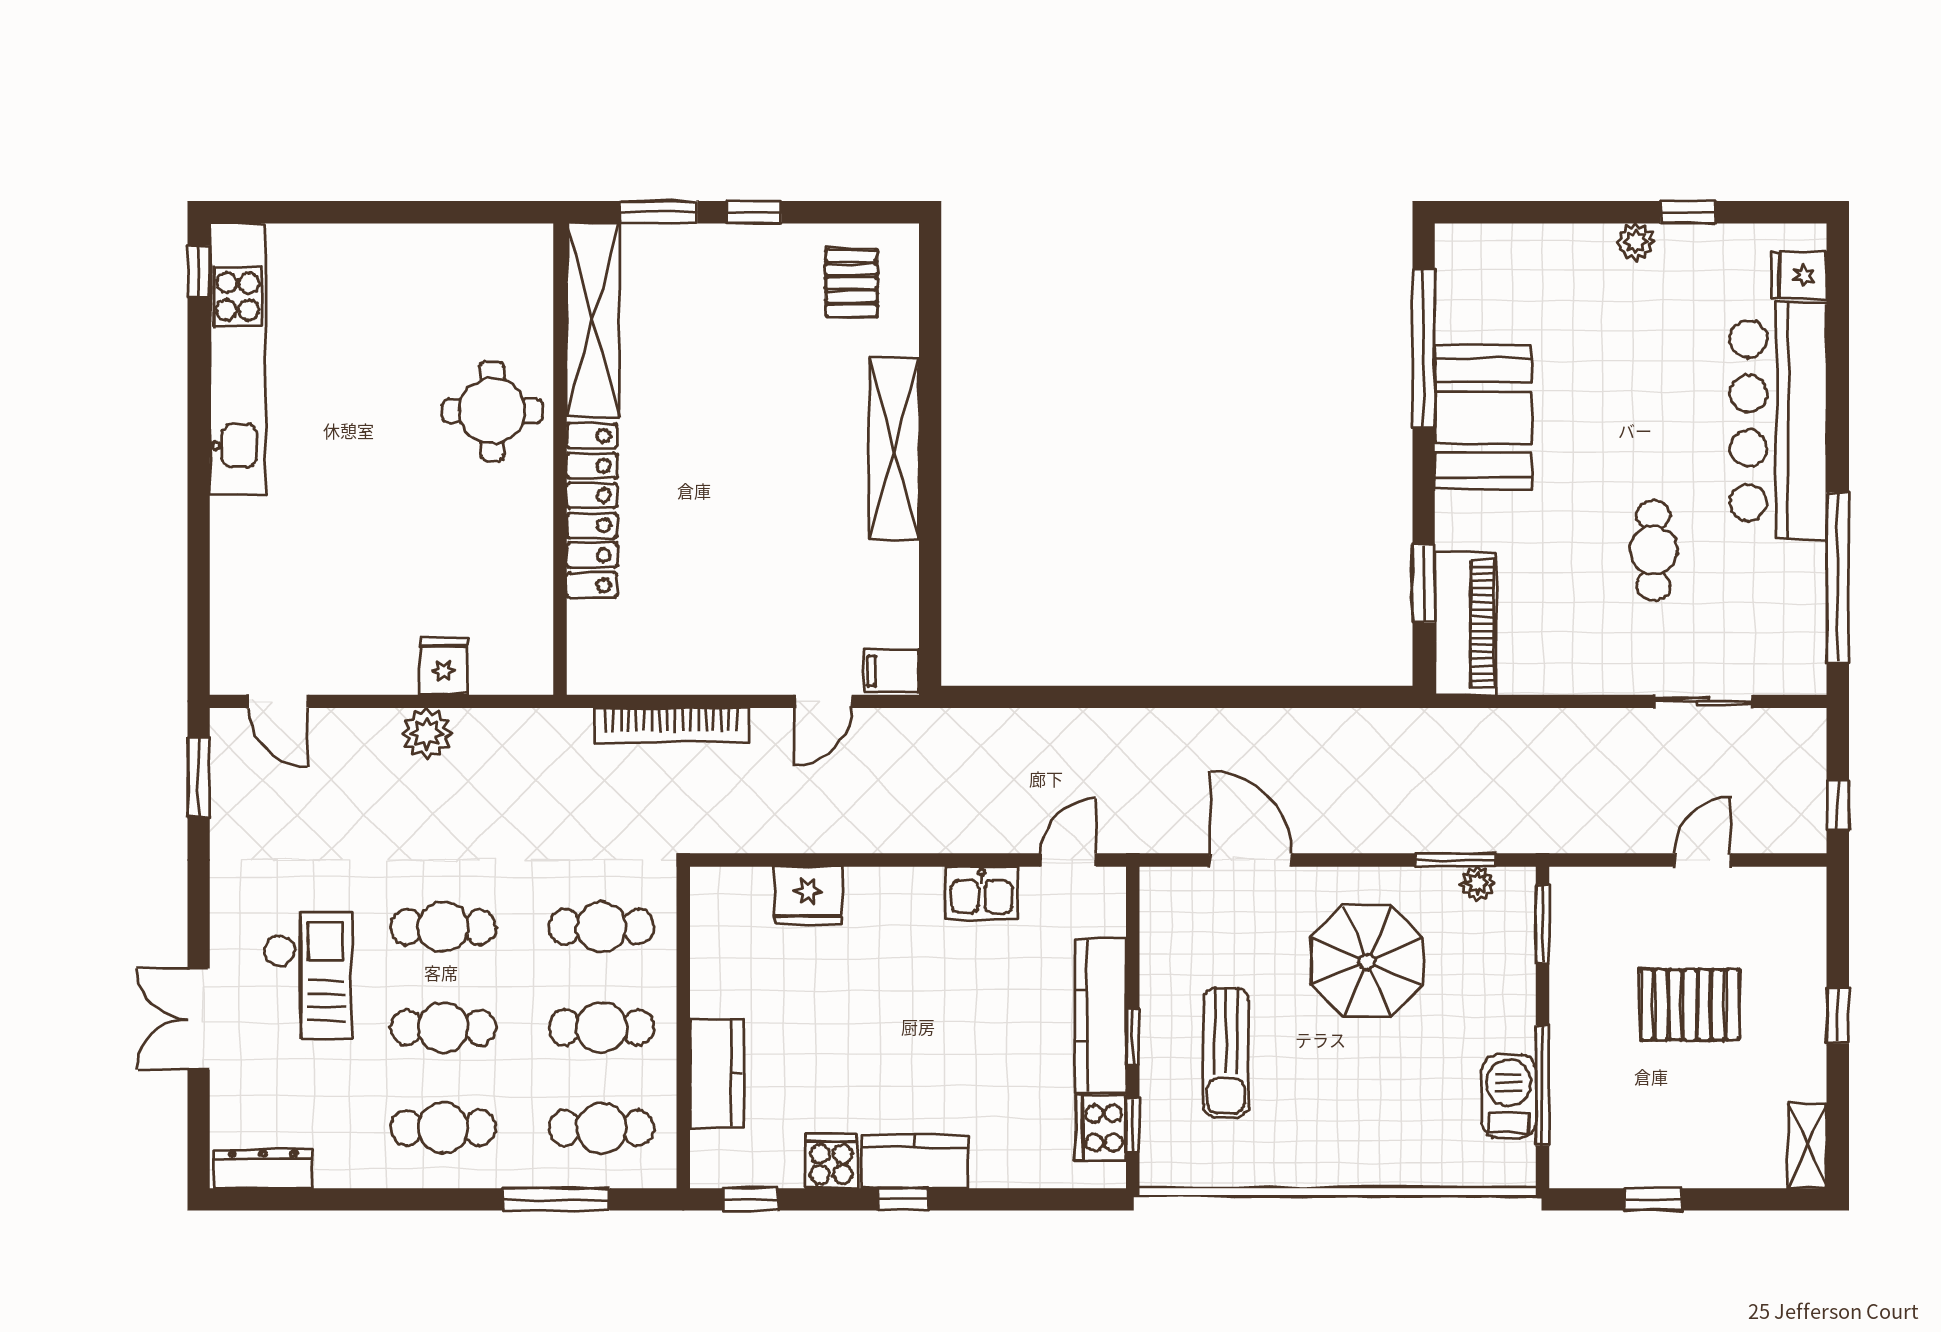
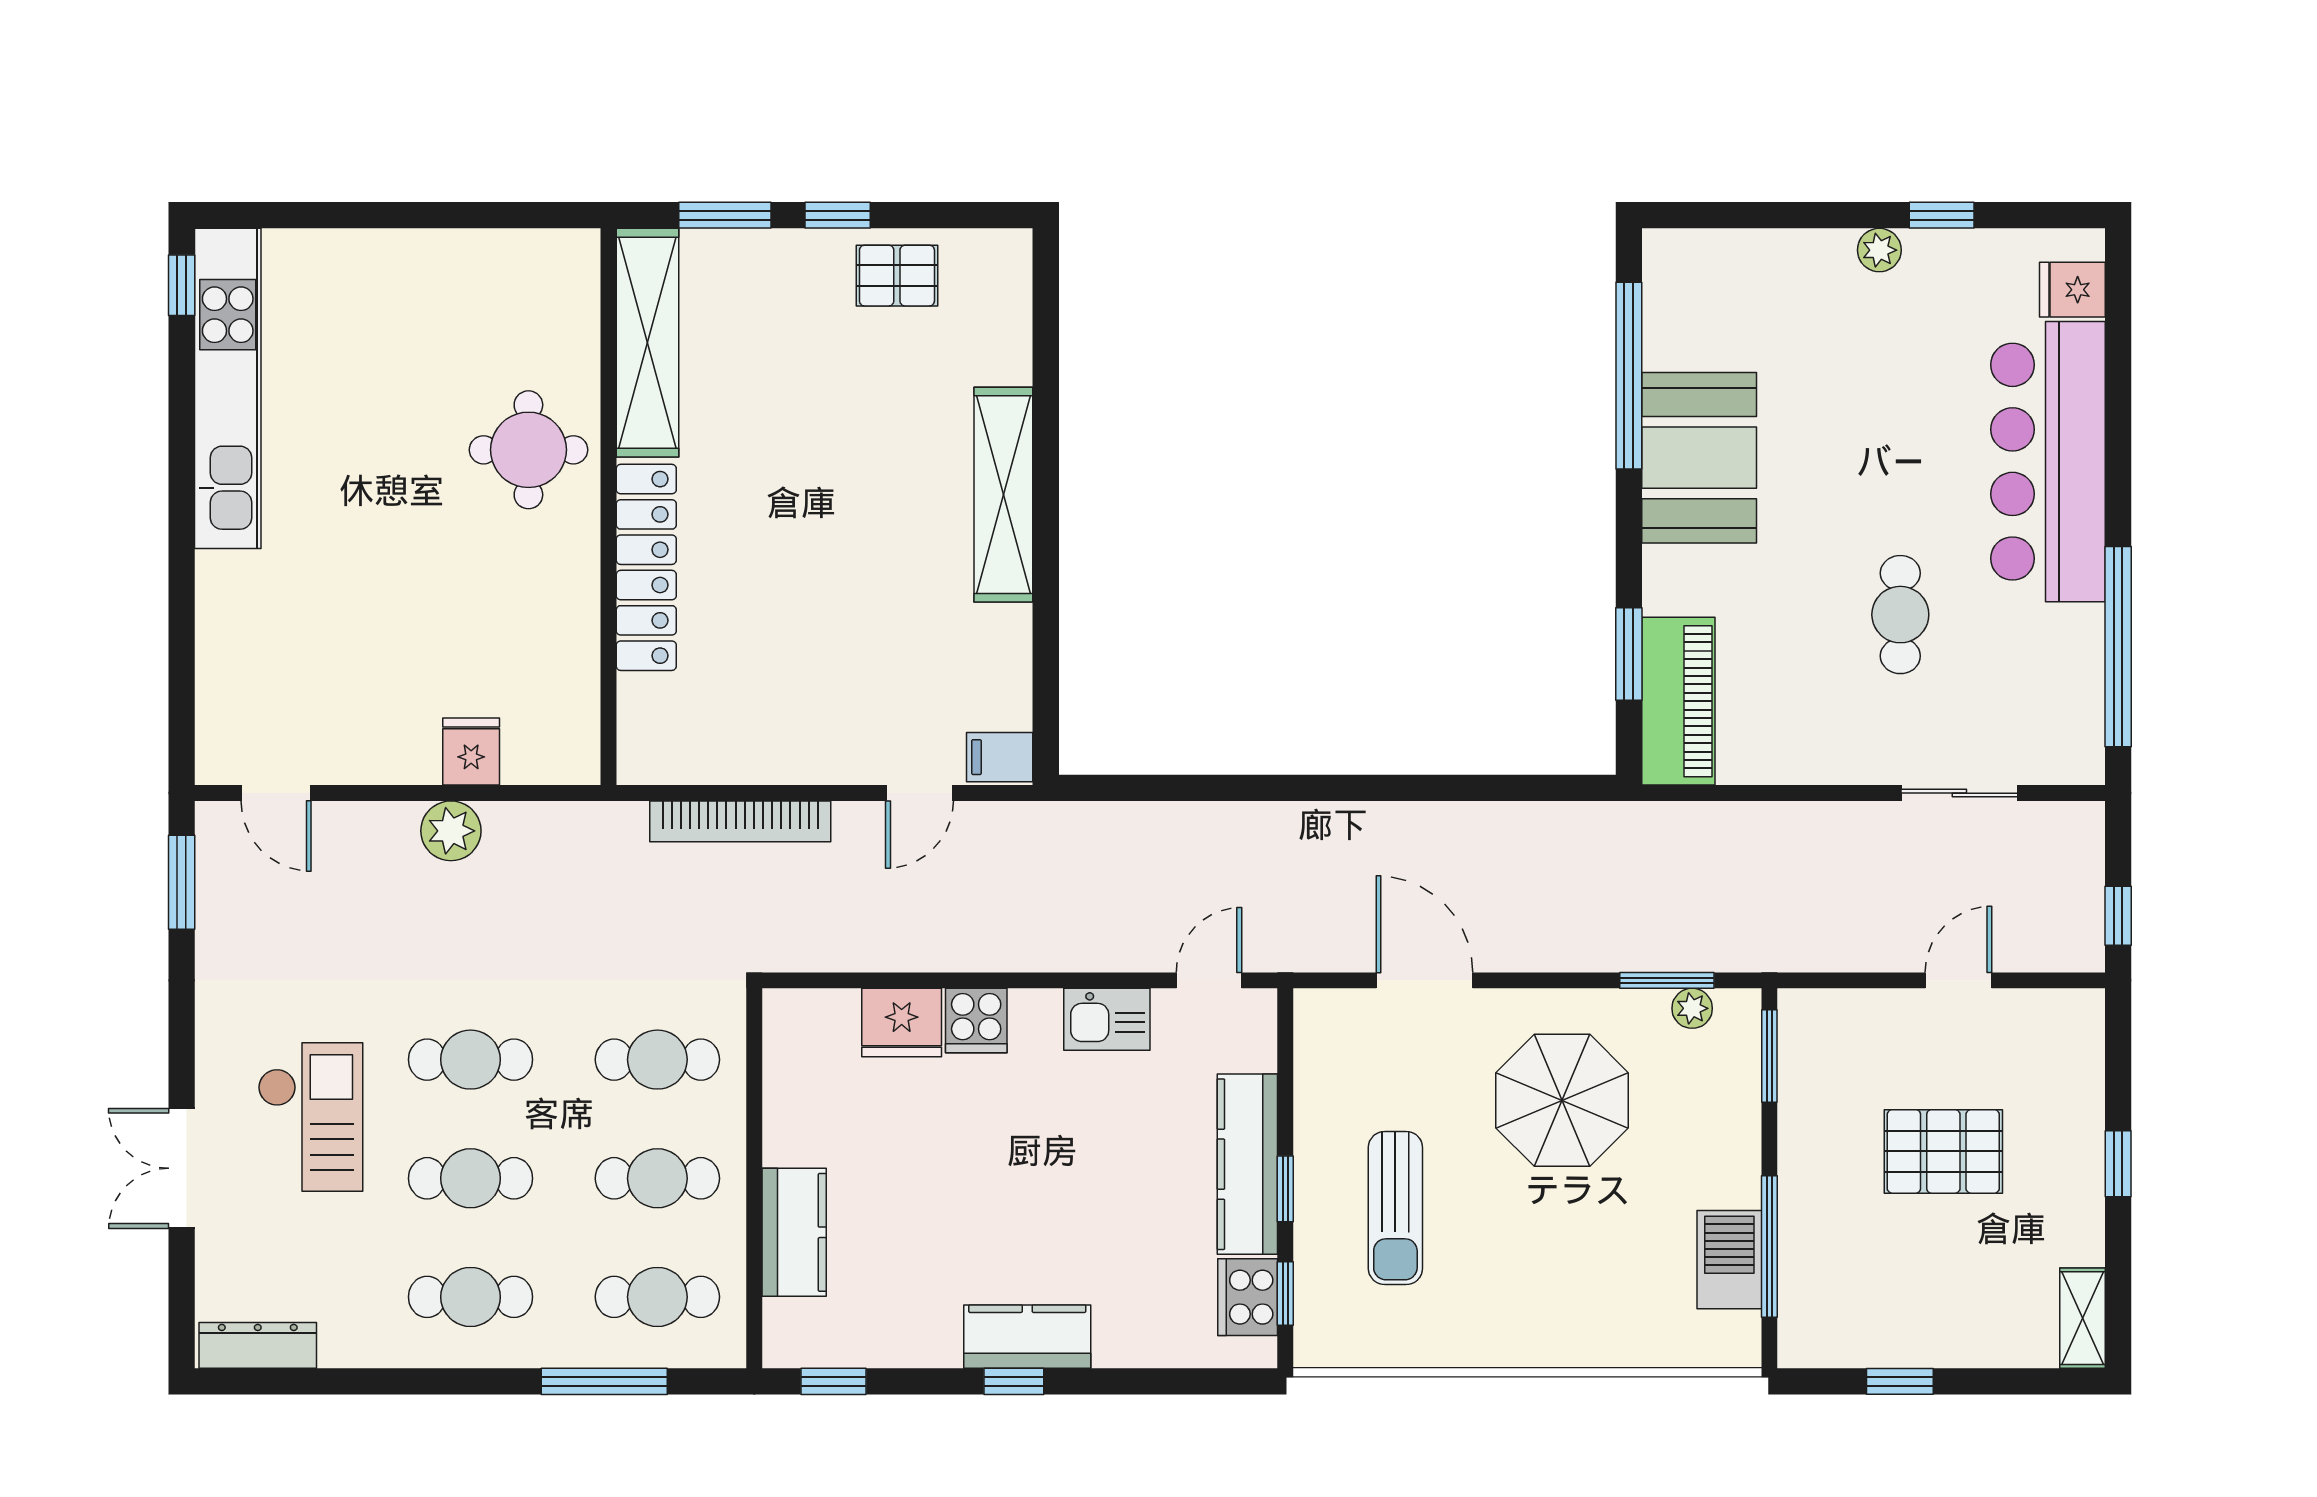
pallet: (851, 283) -> (897, 276), moved, turned 90
cooker: (831, 1161) -> (976, 1021), moved, turned 180

